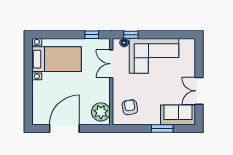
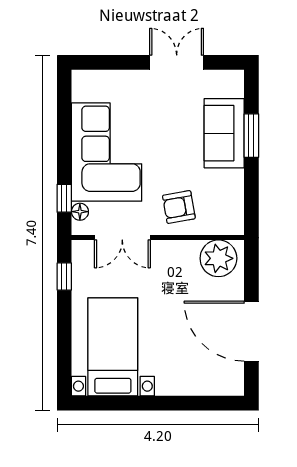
double door: (199, 91) -> (177, 62), swing flipped
armchair: (130, 107) -> (179, 207), moved
sofa: (178, 115) -> (224, 133), moved

